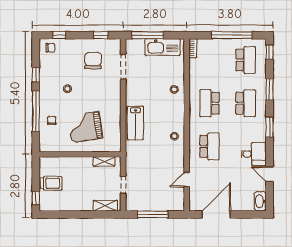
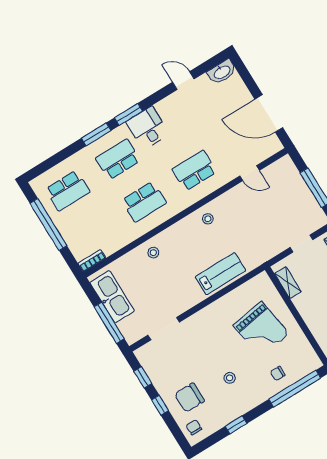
window: (59, 35) -> (160, 405), moved
window: (270, 52) -> (41, 168), removed
school desk: (246, 60) -> (68, 191), turned 180
chair: (93, 61) -> (190, 398), moved
window: (270, 89) -> (96, 134), moved
window: (36, 111) -> (295, 389), moved
desk: (254, 154) -> (148, 128), moved
door: (270, 174) -> (183, 81), swing flipped

